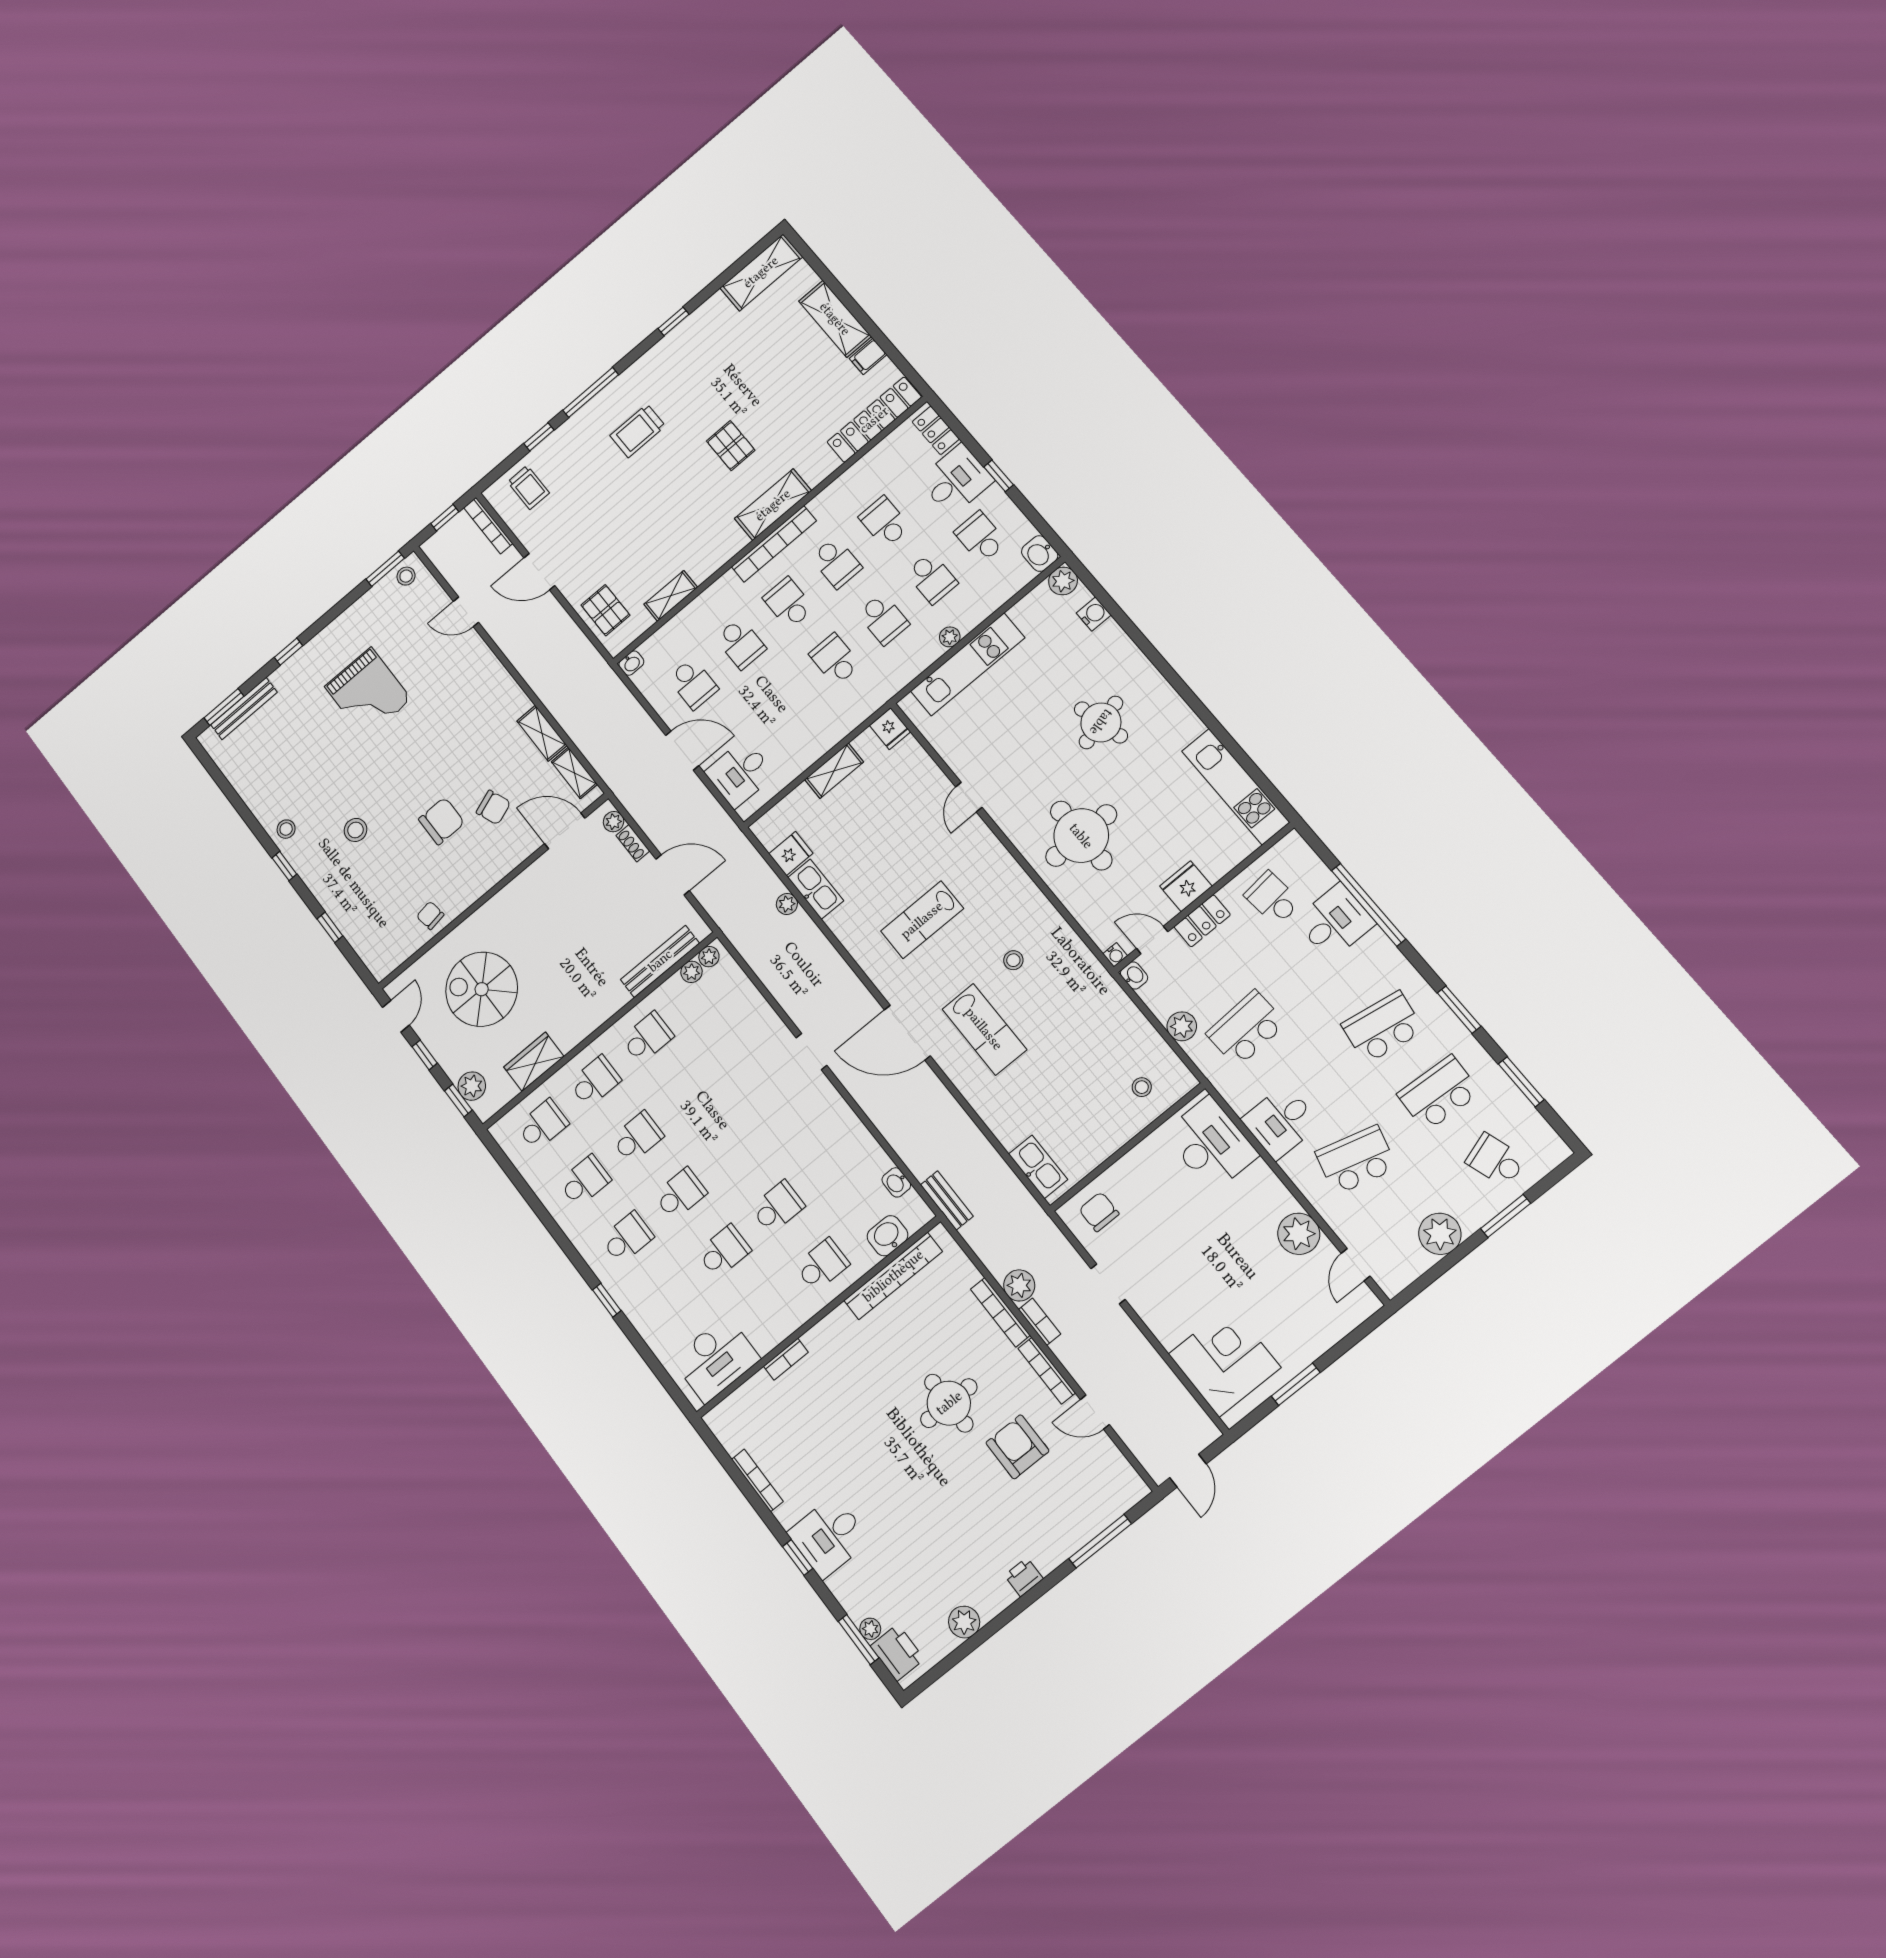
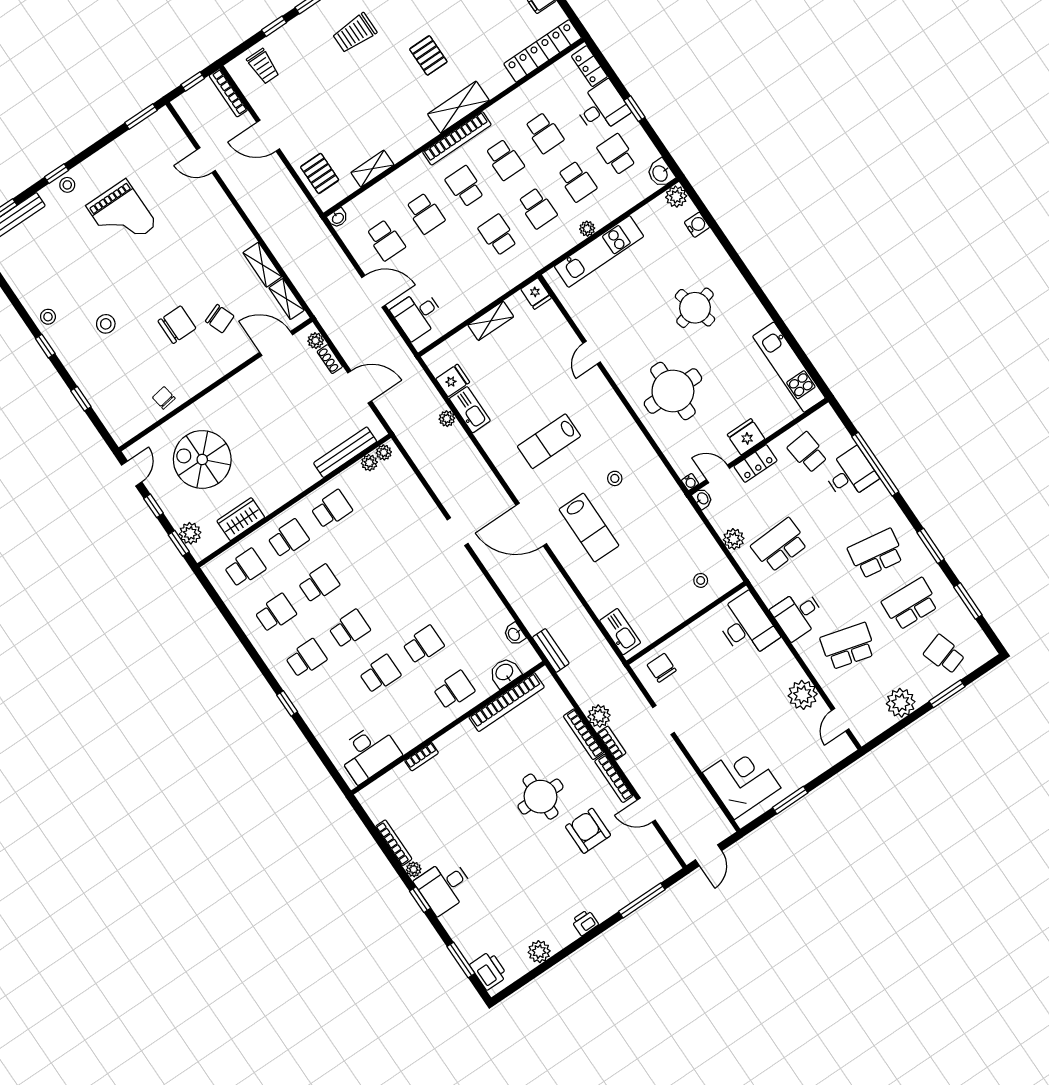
school desk: (884, 522) -> (544, 133), turned 180
stool: (406, 576) -> (67, 185), moved
plant: (870, 1629) -> (414, 869), moved

